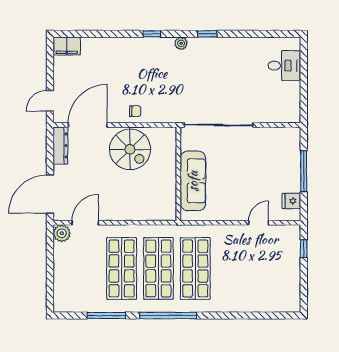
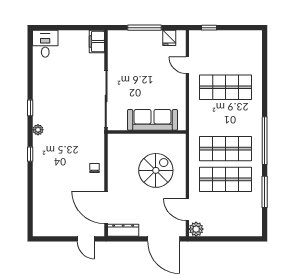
filing cabinet: (67, 46) -> (97, 42), moved, turned 180
desk: (284, 66) -> (45, 44), moved
spiral stairs: (130, 149) -> (156, 170), moved
shop shelf: (195, 268) -> (225, 87), moved

